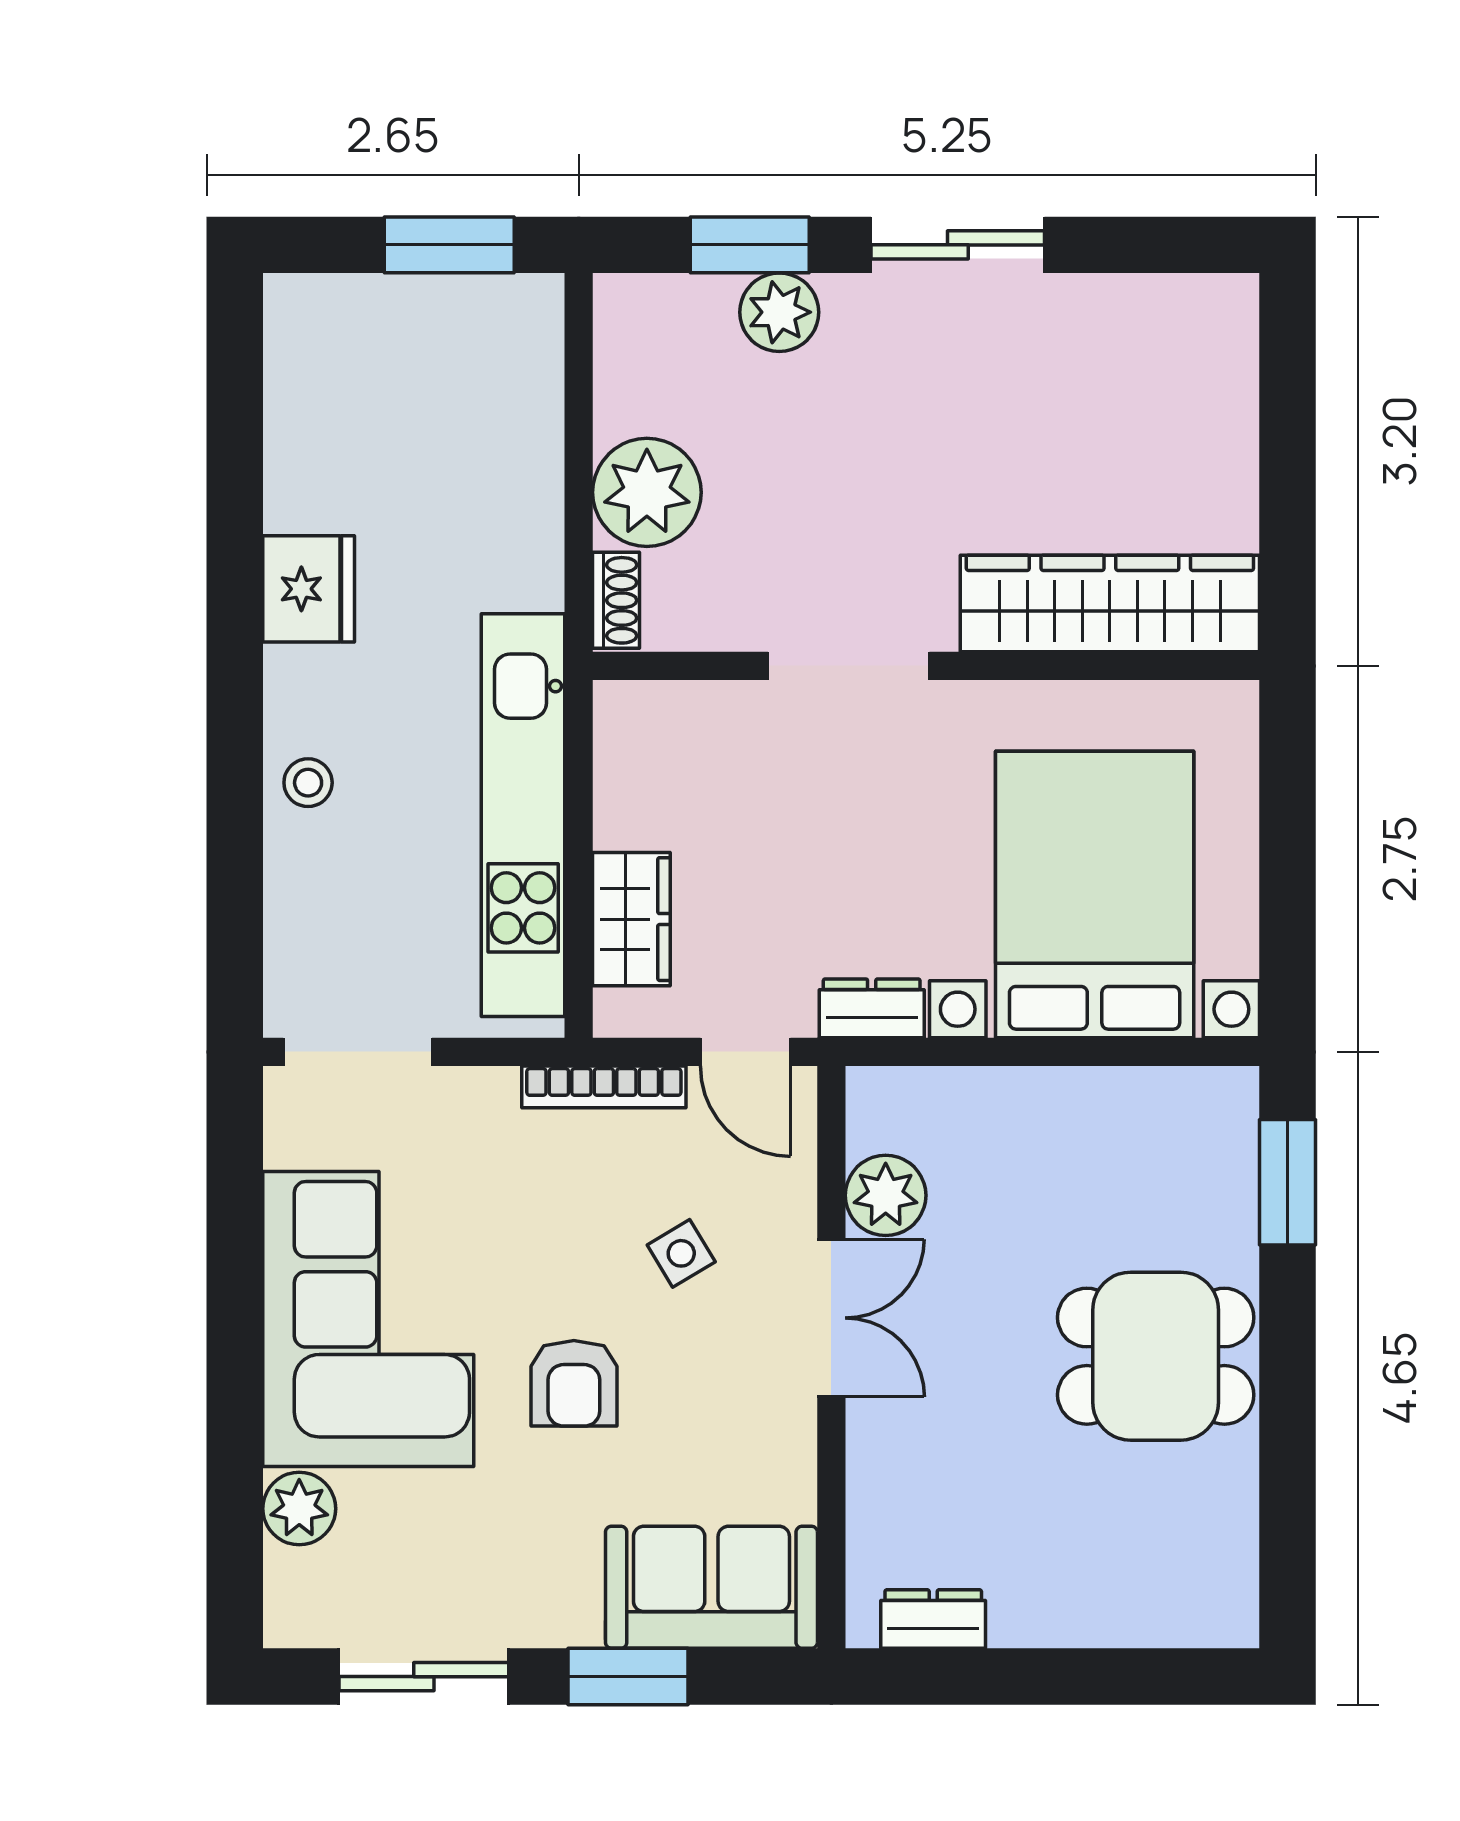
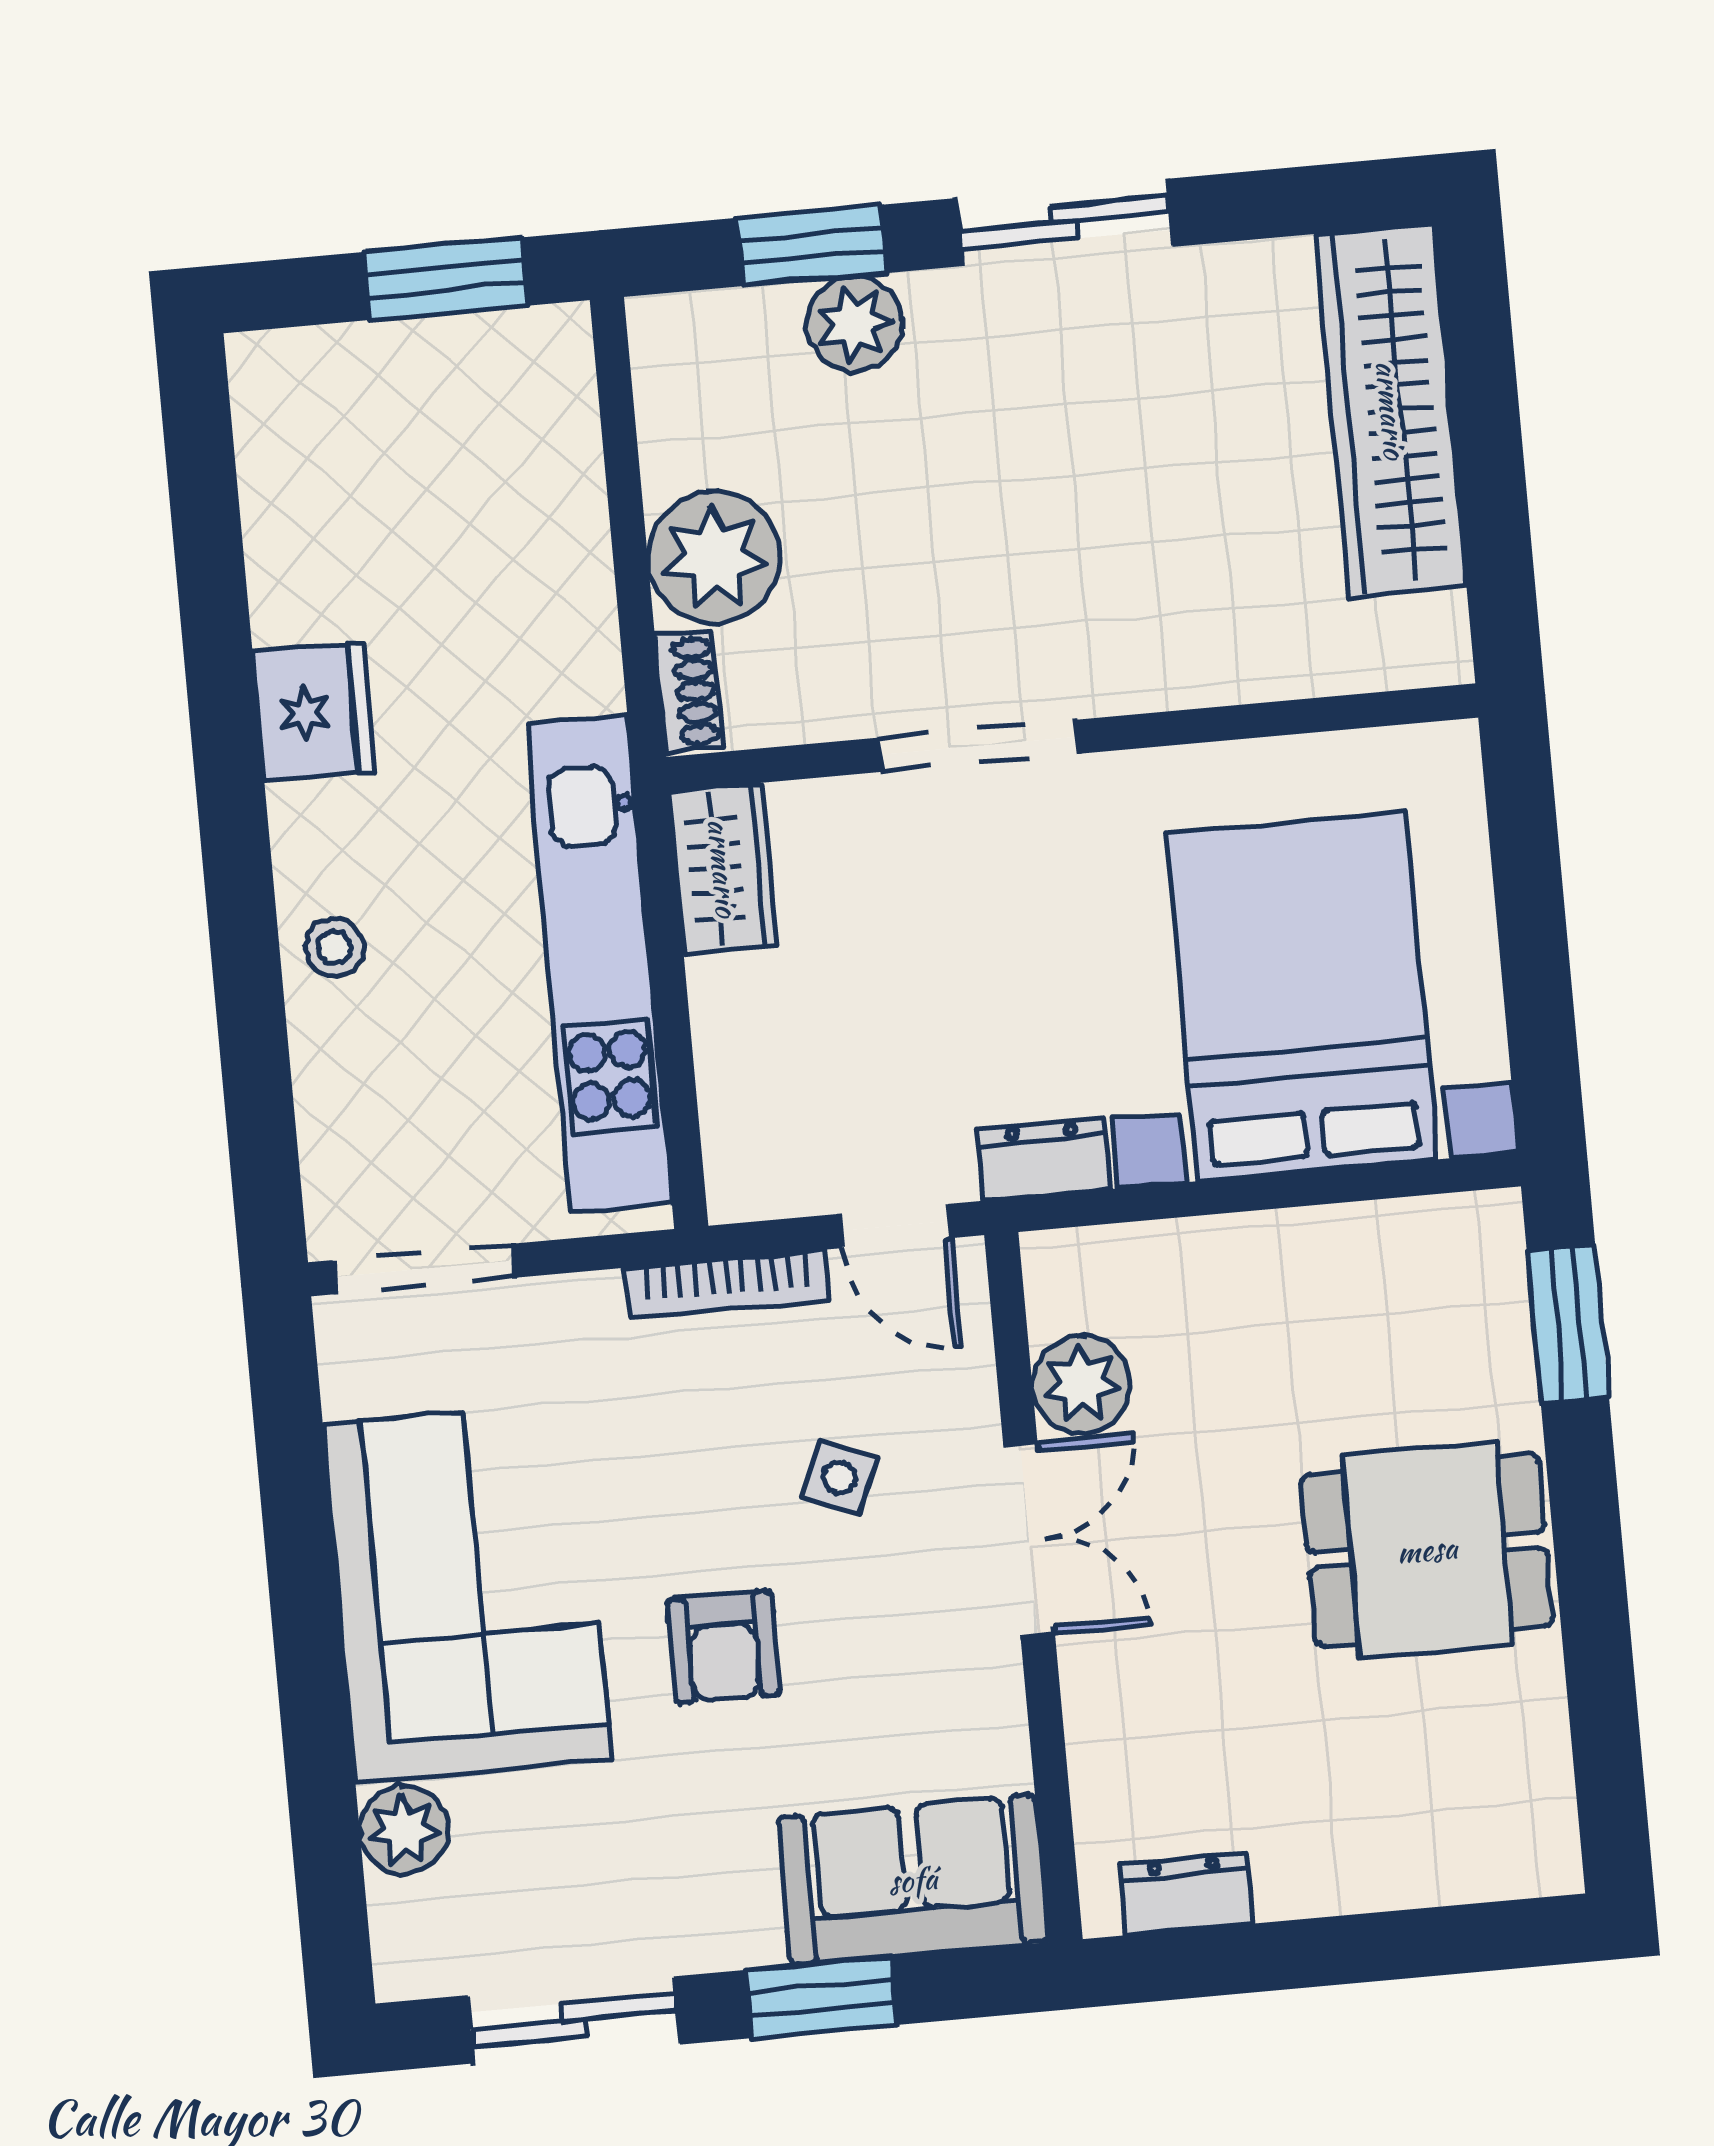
wardrobe: (1110, 603) -> (1391, 410), moved, turned -90
wardrobe: (631, 919) -> (723, 868), moved
side table: (681, 1253) -> (840, 1478), turned -36

